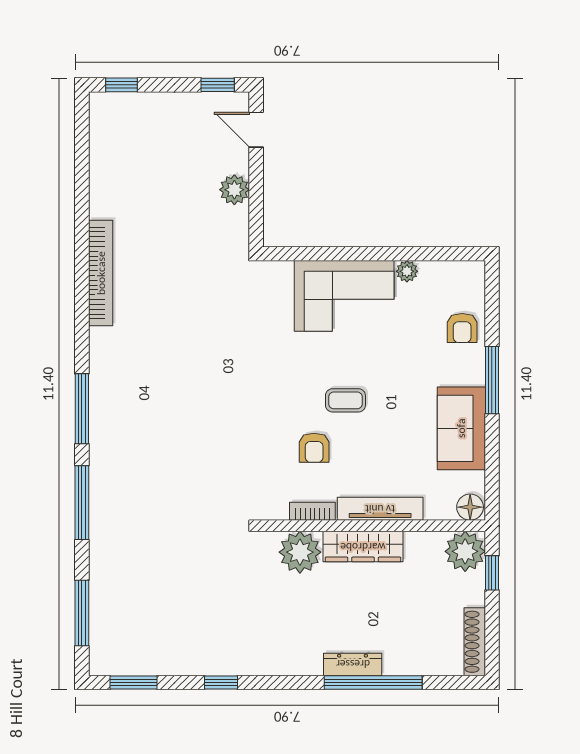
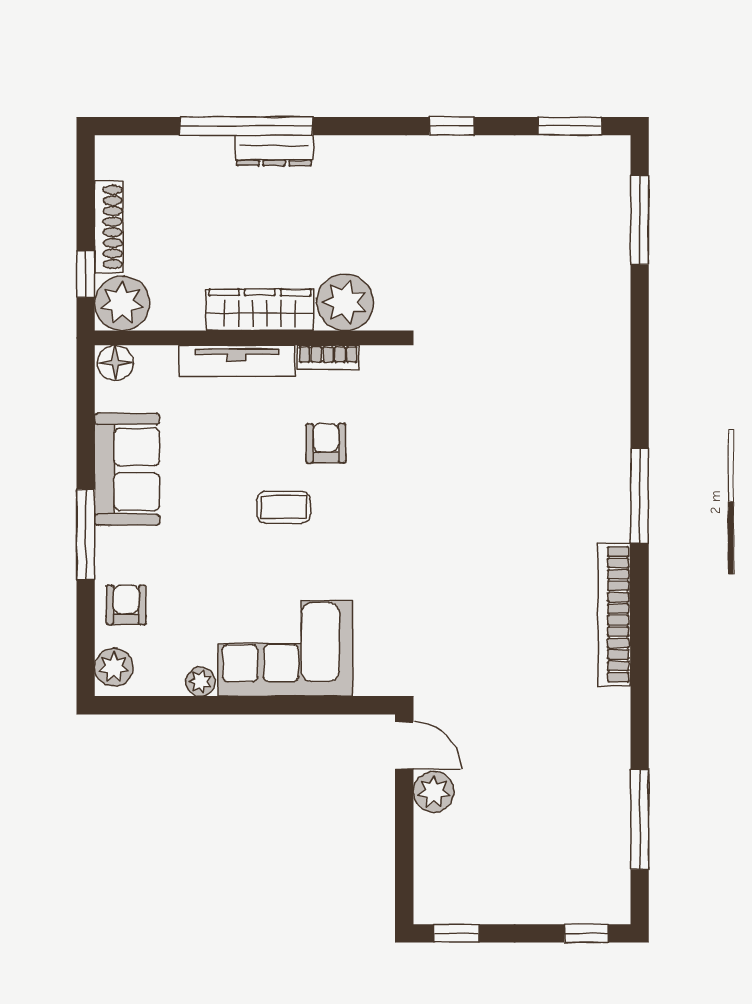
door: (256, 130) -> (404, 745), moved
bookcase: (101, 273) -> (614, 614), moved
plant: (471, 282) -> (114, 667), added
window: (82, 503) -> (640, 819), moved
shoe rack: (475, 642) -> (109, 227), moved

